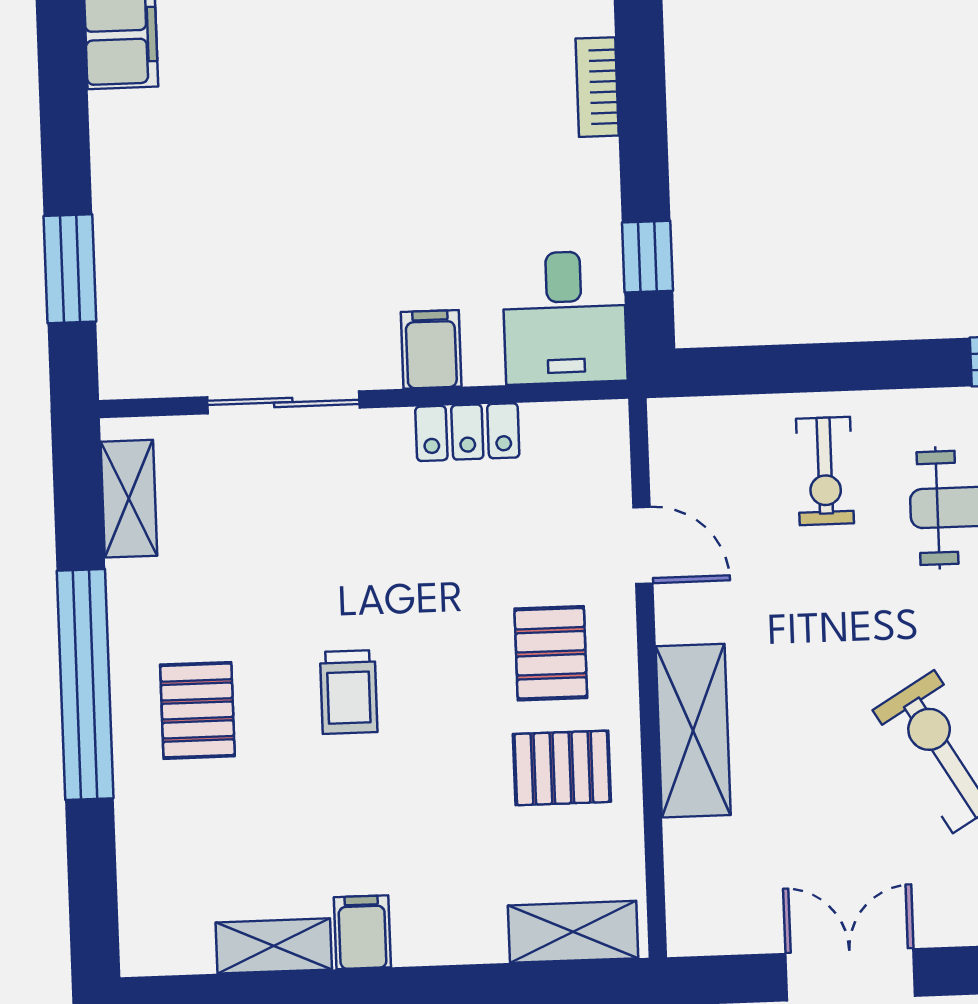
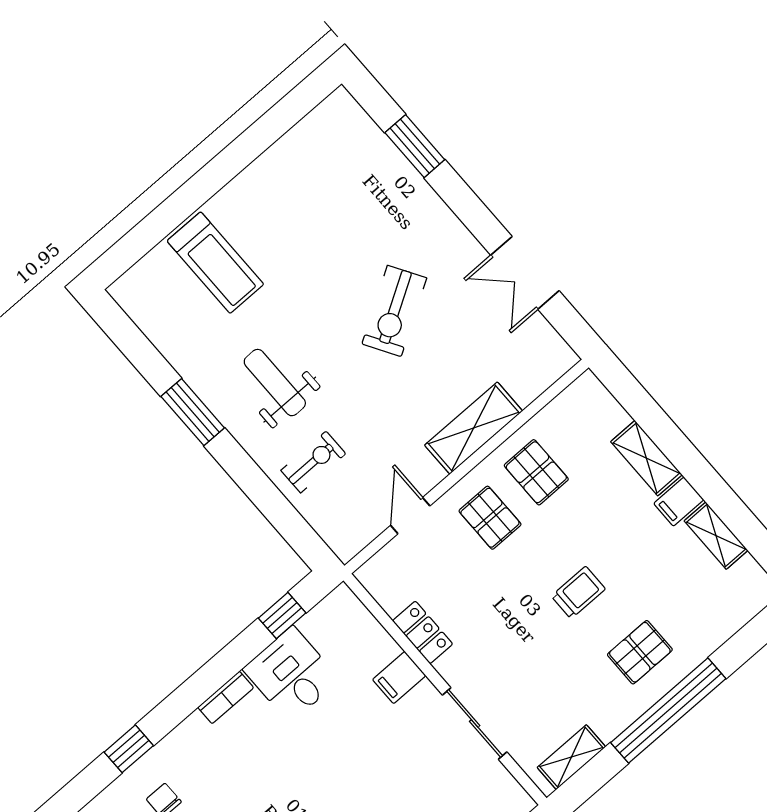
desk: (565, 318) -> (291, 674), moved, turned -90
pallet: (551, 653) -> (490, 518), turned 90
shelving: (573, 932) -> (646, 458), moved

